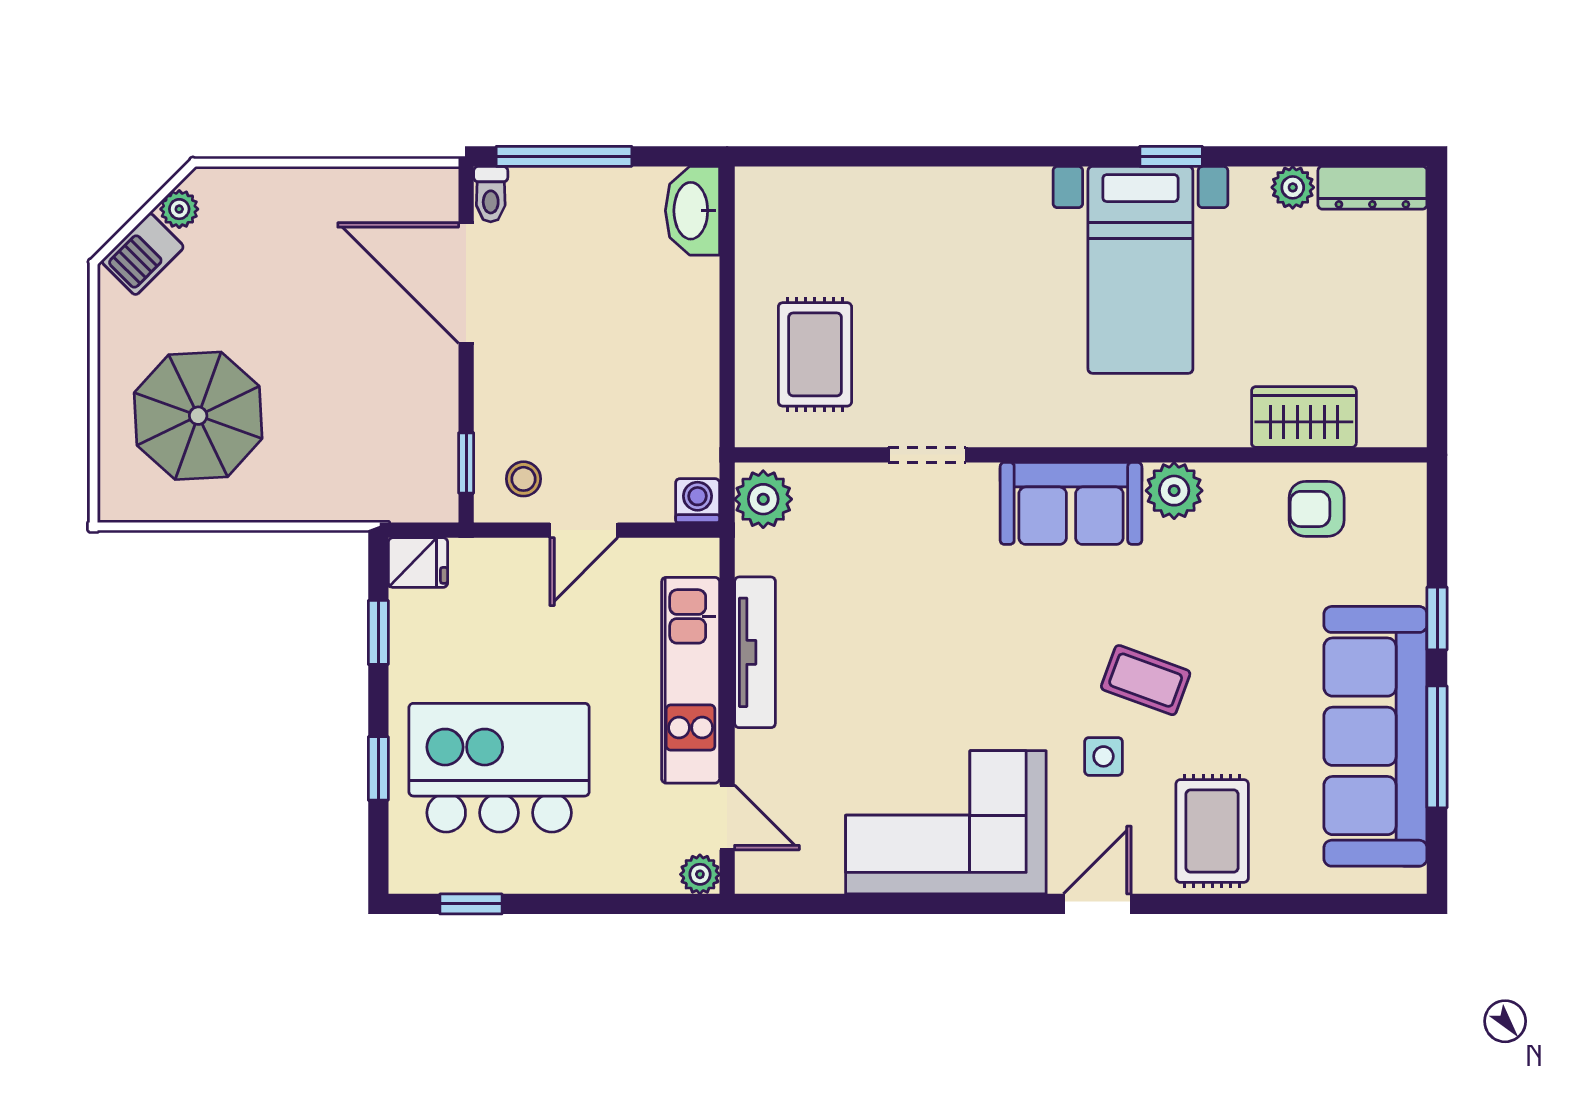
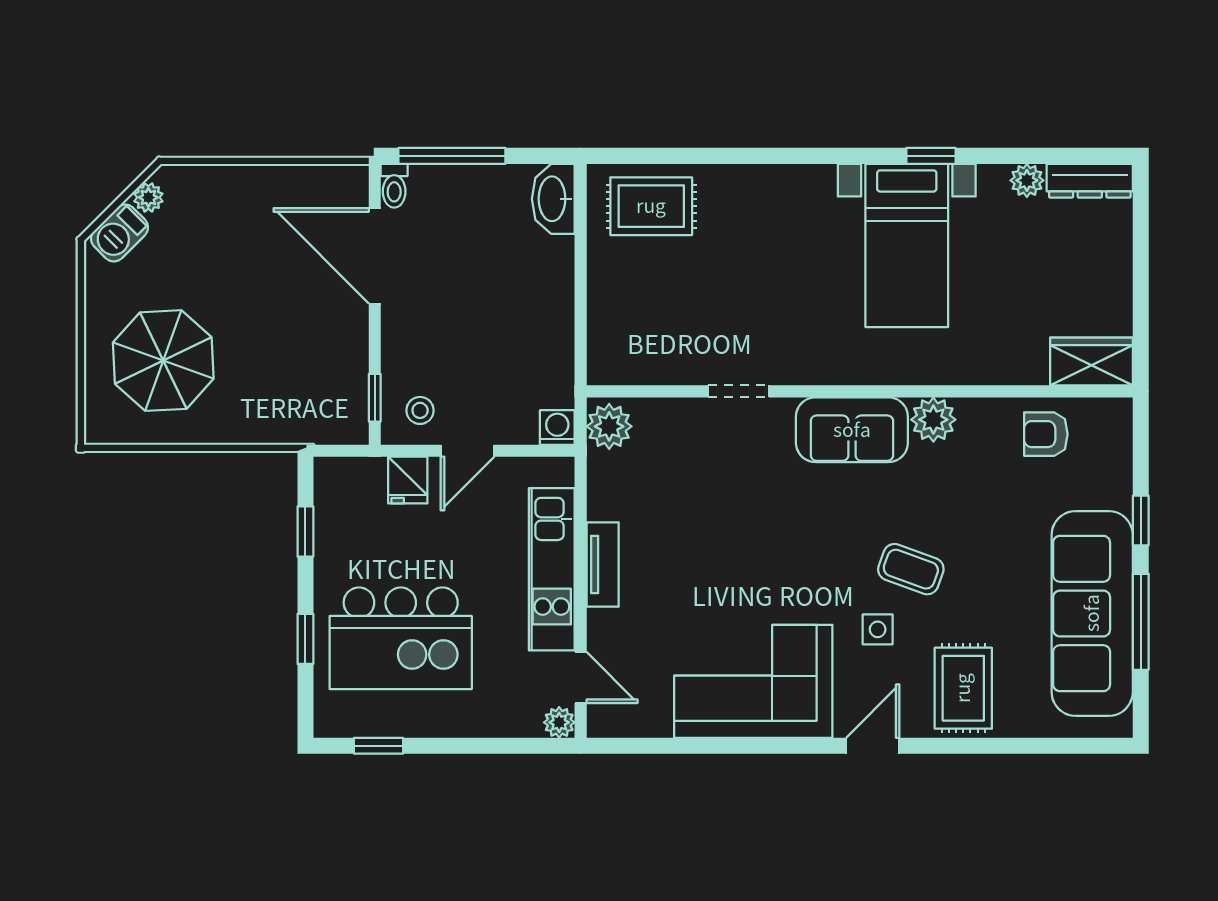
rug: (815, 354) -> (651, 206), moved, turned 90
wardrobe: (1304, 417) -> (1092, 362), moved
fridge: (418, 562) -> (408, 480), moved, turned 90
tv unit: (755, 652) -> (603, 564), width x0.71
kitchen island: (499, 768) -> (401, 638), turned 180

